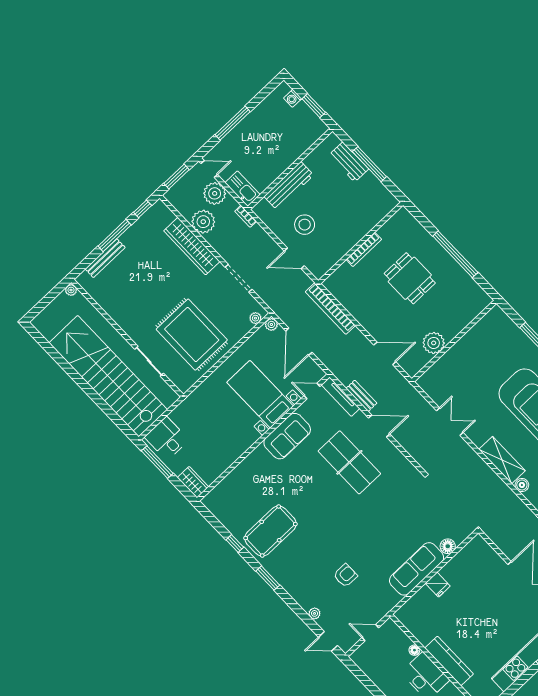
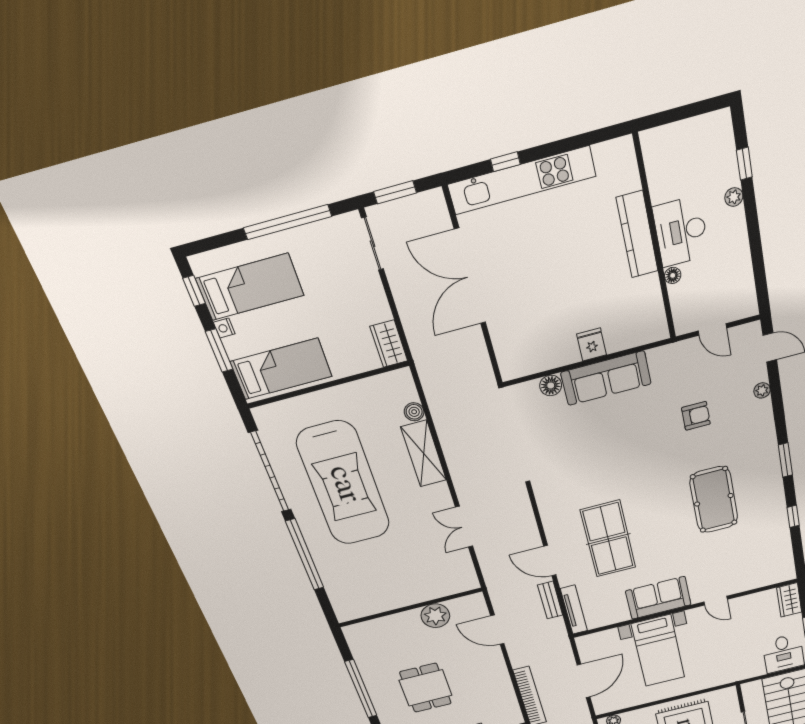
plant: (271, 324) -> (601, 708), removed
door: (312, 391) -> (716, 601), moved
pool table: (270, 531) -> (714, 500), moved, turned 90
armchair: (345, 575) -> (696, 416), turned 180

